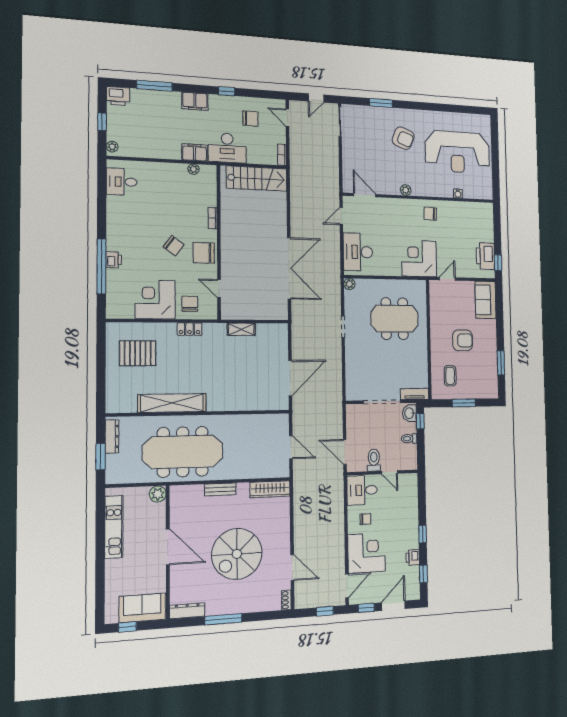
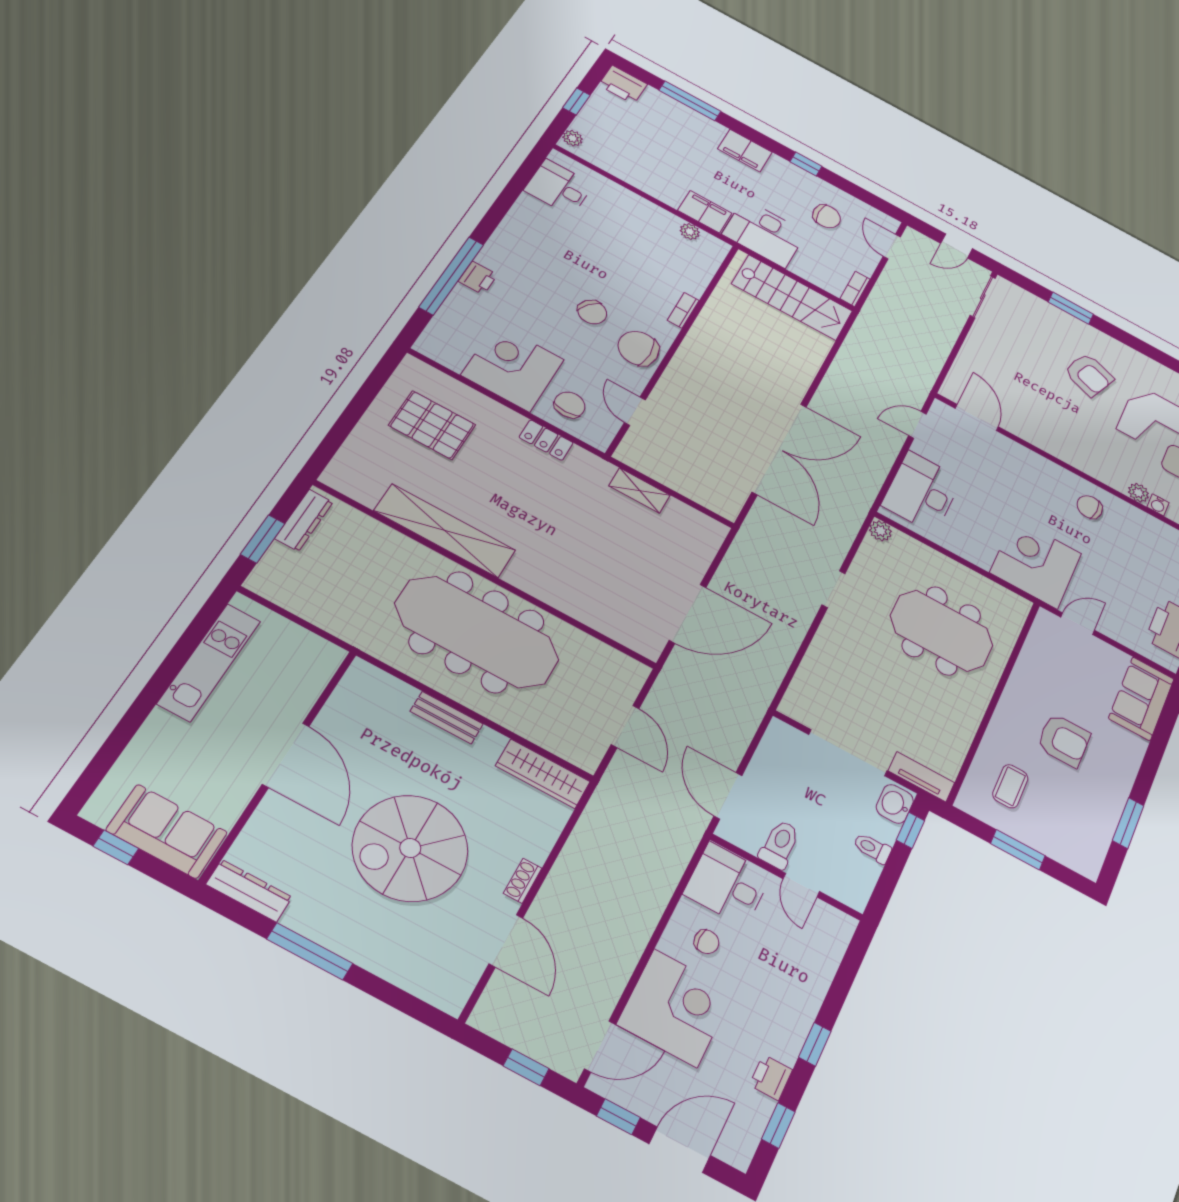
plant: (406, 190) -> (1138, 493), moved
meeting table: (183, 452) -> (477, 632), moved
plant: (158, 494) -> (325, 657), removed
shoe rack: (286, 600) -> (523, 881), moved

